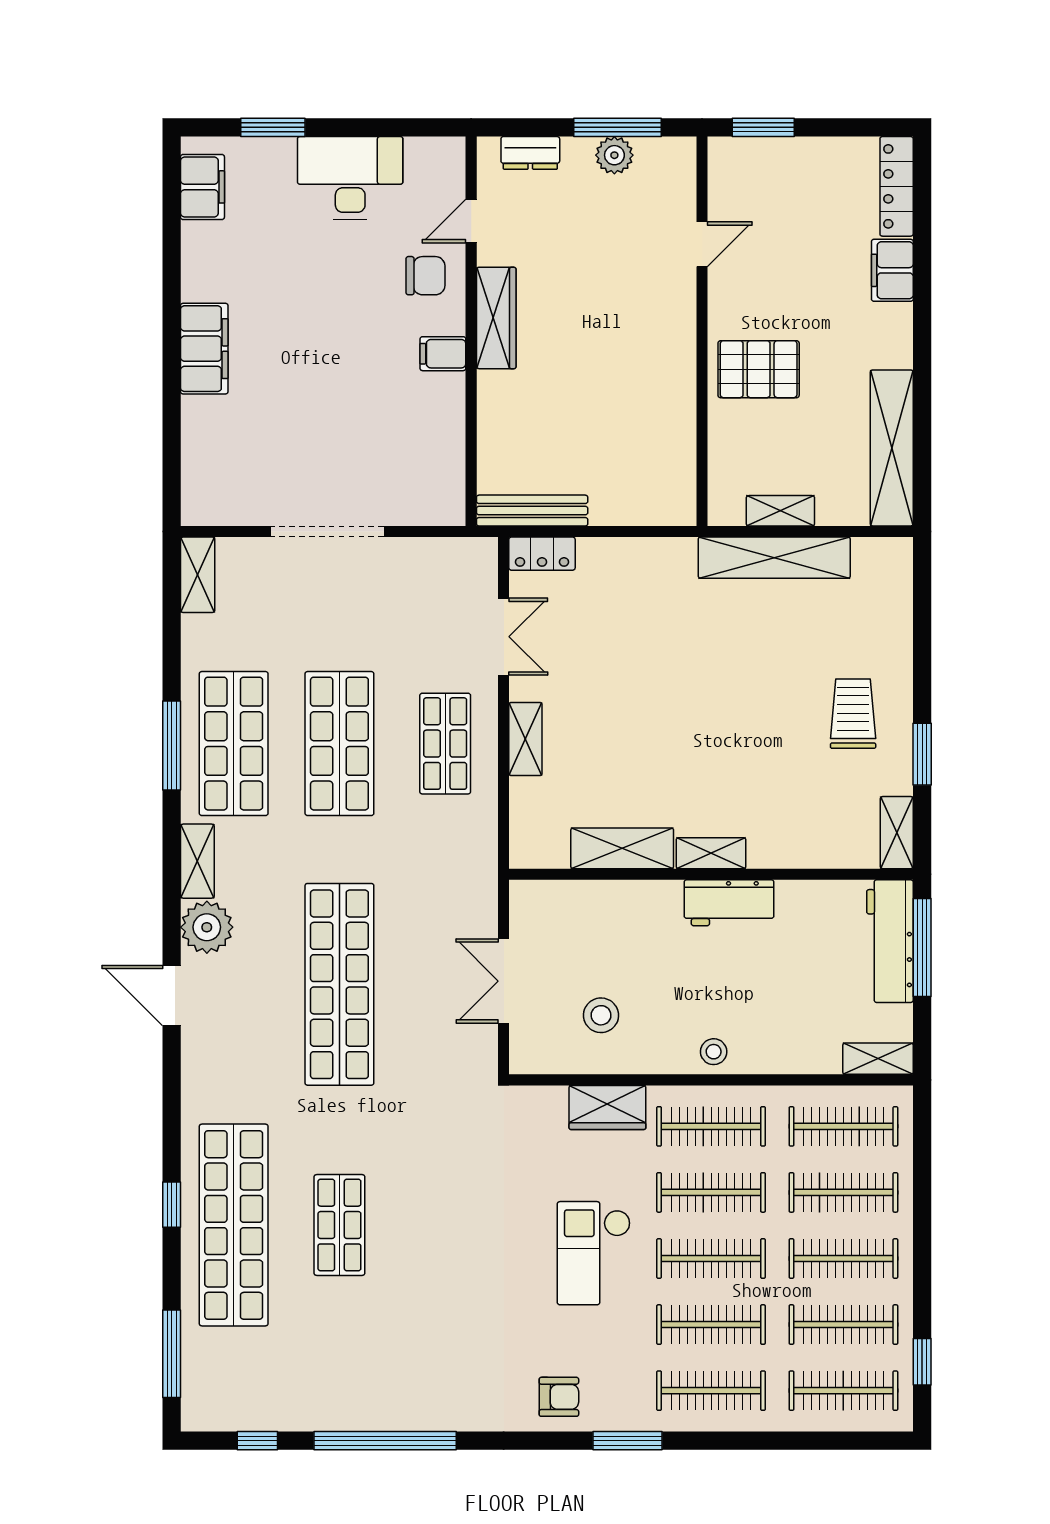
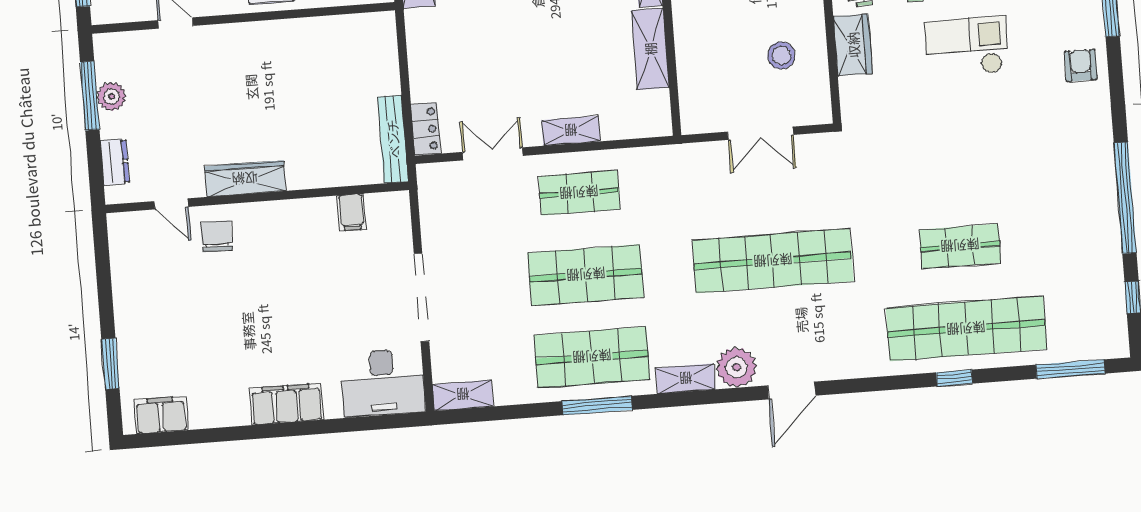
desk: (350, 178) -> (383, 383), moved, turned -90
filing cabinet: (443, 354) -> (352, 212), moved
checkout: (594, 1253) -> (967, 47), turned 180

